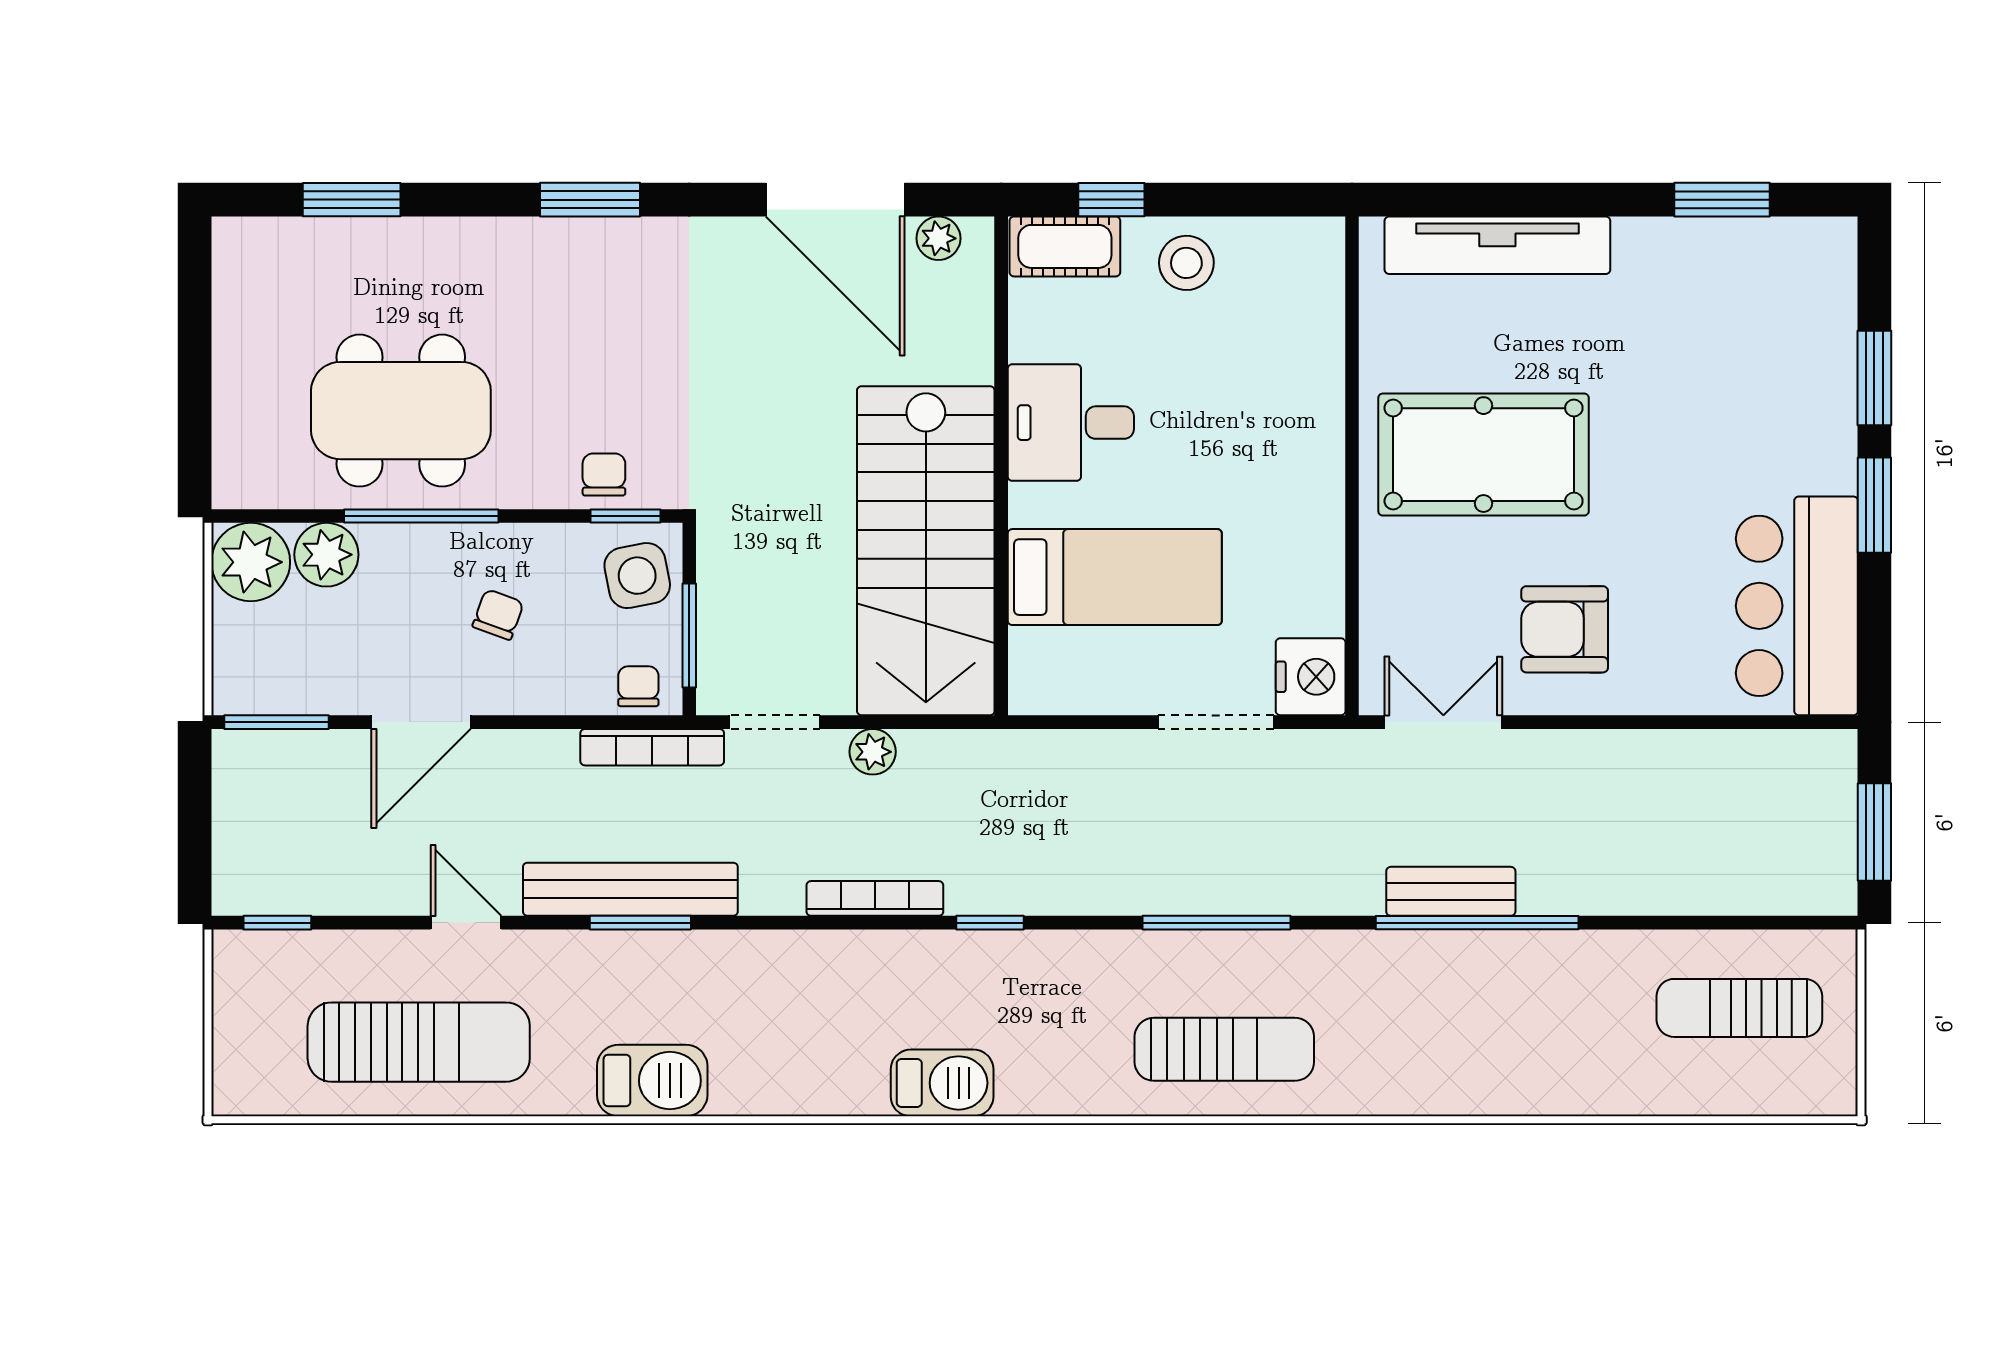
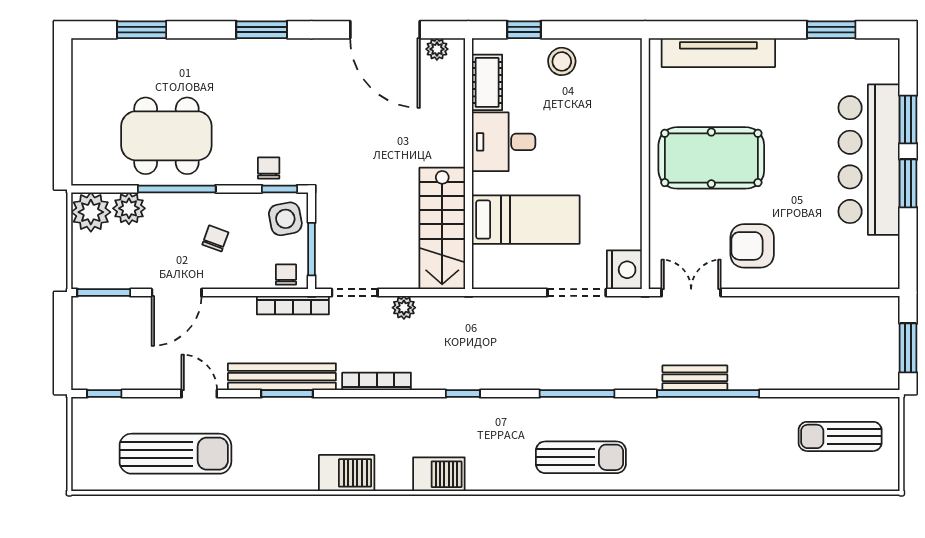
cot: (1065, 246) -> (487, 82), moved, turned 90
stairs: (926, 551) -> (442, 228), width x0.73, depth x0.66
bar counter: (1797, 606) -> (869, 160), moved, width x1.36
bookcase: (875, 898) -> (377, 381), moved
barbecue: (652, 1081) -> (347, 473), moved

